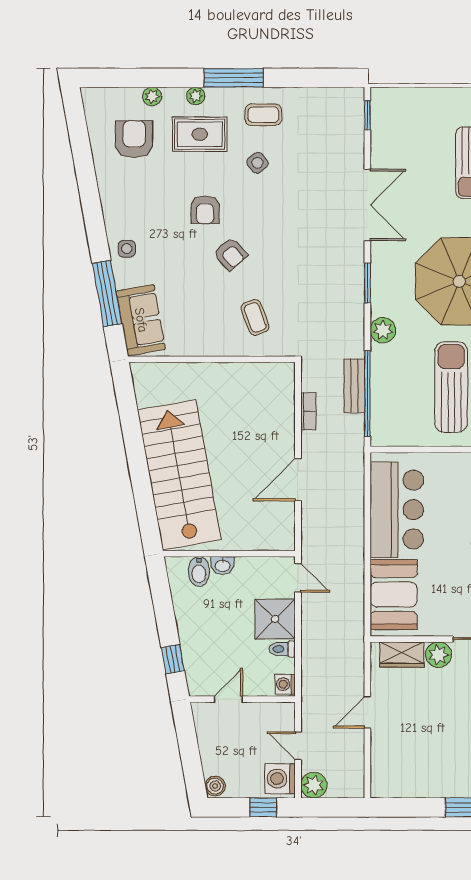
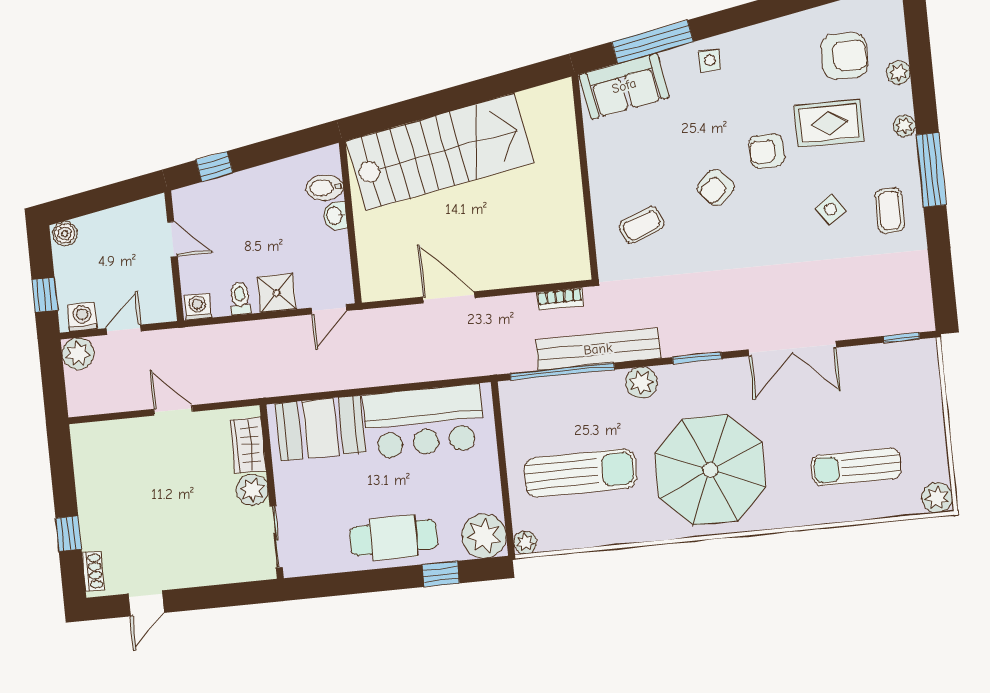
rug: (200, 134) -> (829, 123), moved, turned 90
bench: (354, 386) -> (598, 349), width x1.86, depth x1.21
bookcase: (308, 411) -> (560, 299), moved
shower: (275, 619) -> (277, 293), width x0.73, depth x0.73
washing machine: (280, 779) -> (82, 317), width x0.73, depth x0.73

